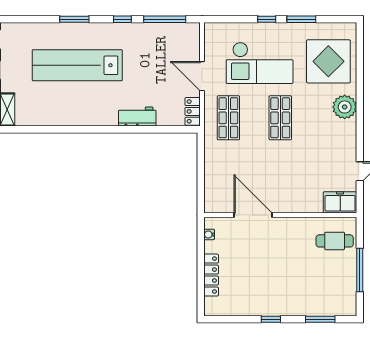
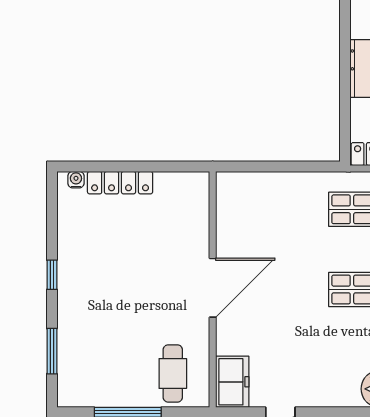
door: (253, 215) -> (213, 288), moved
water cooler: (209, 234) -> (76, 180), moved

